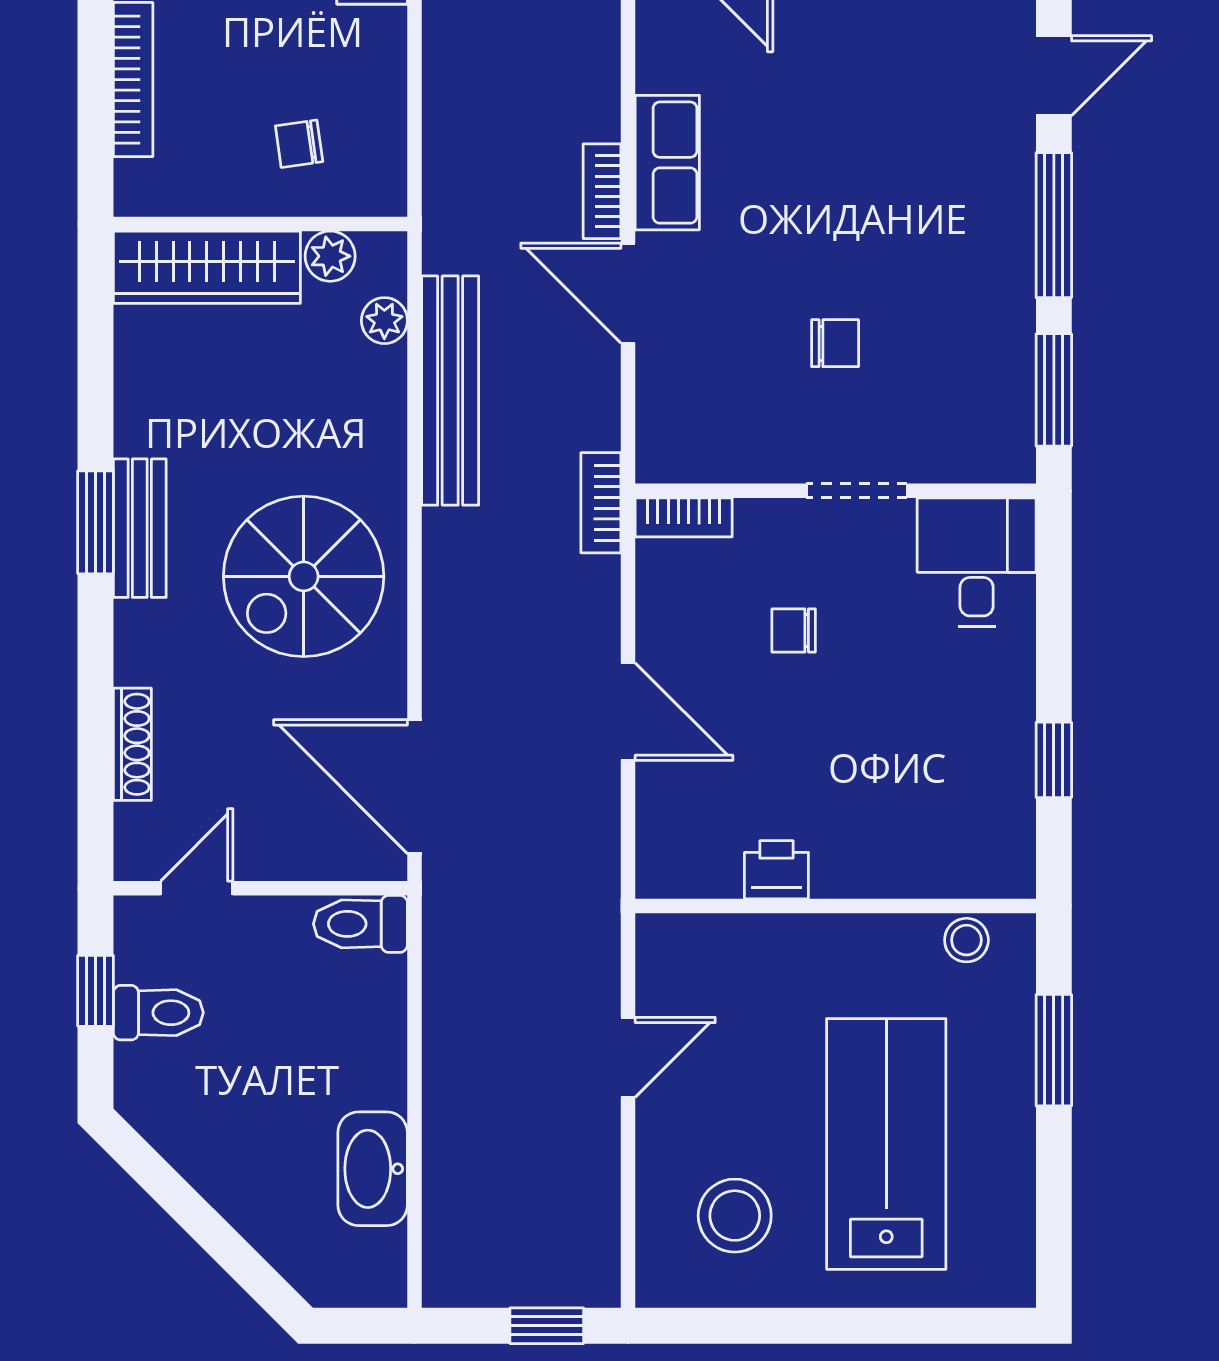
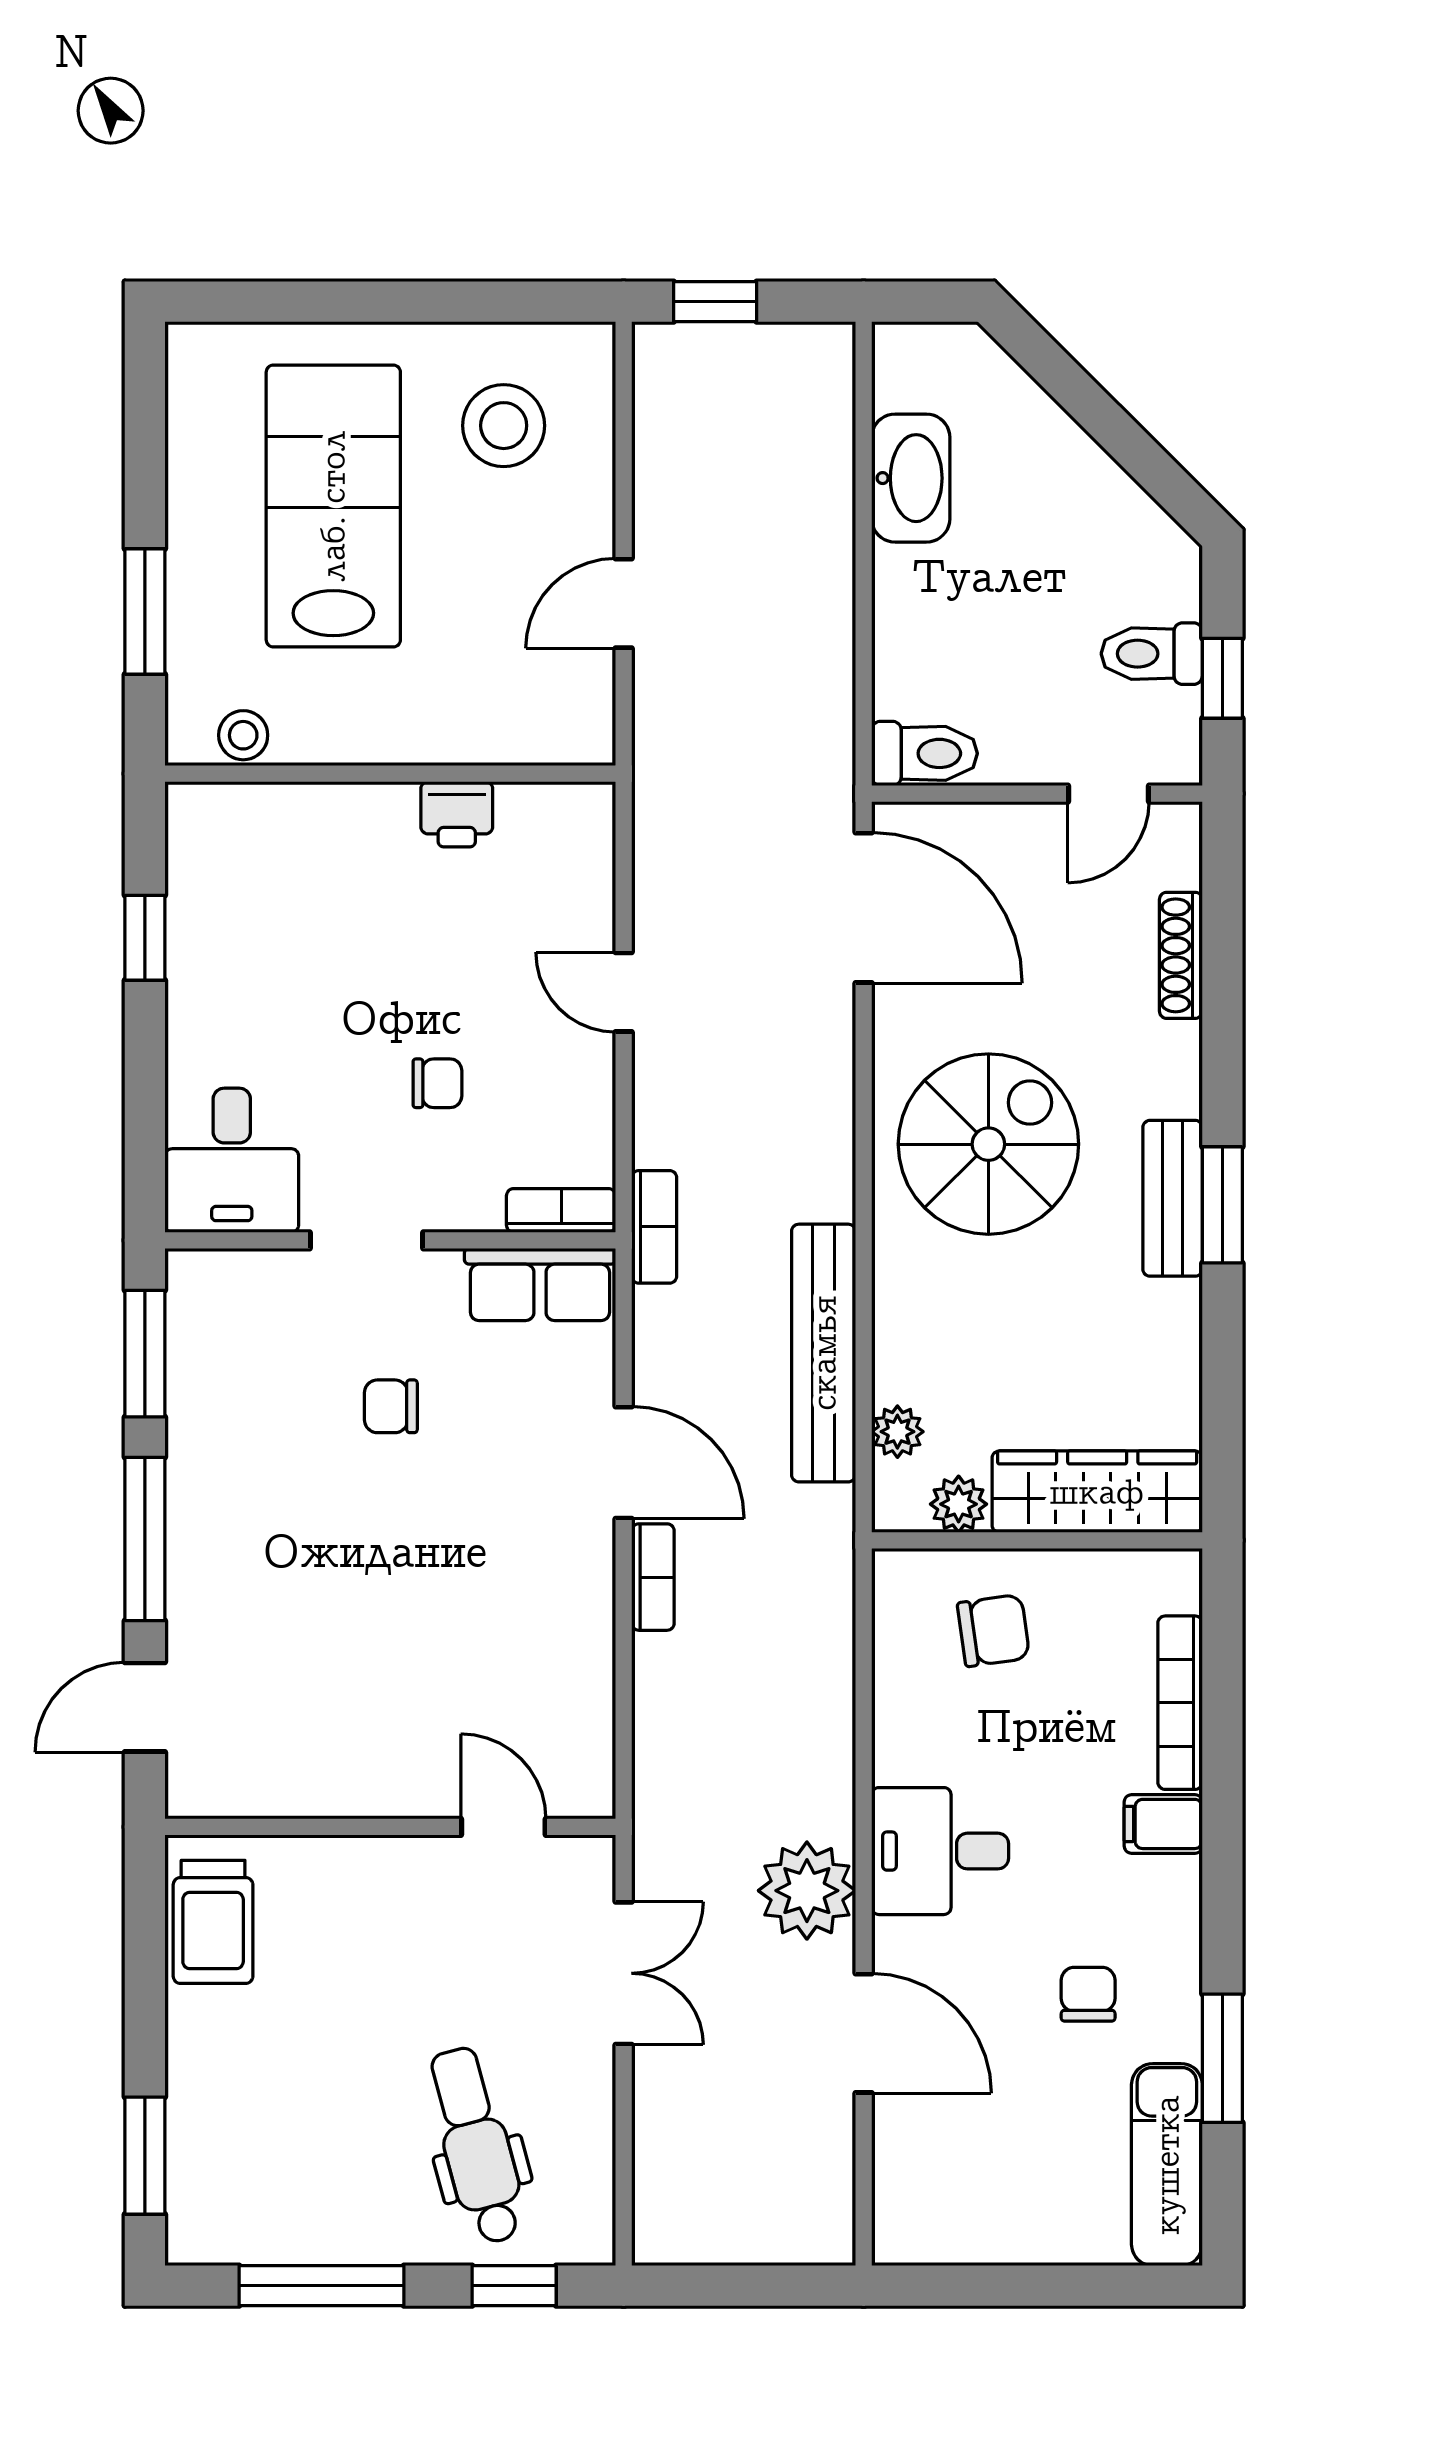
chair: (299, 144) -> (993, 1630), width x1.37, depth x1.37
row of seats: (667, 163) -> (540, 1284), moved, turned -90
door: (628, 712) -> (624, 992), width x0.73
lab bench: (886, 1144) -> (333, 506), turned 180

